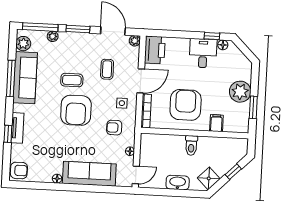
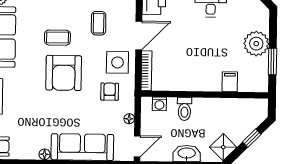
side table: (122, 103) -> (117, 62), width x1.87, depth x1.87
armchair: (186, 105) -> (193, 62), removed
armchair: (114, 128) -> (110, 92), turned 90
washing machine: (156, 140) -> (159, 104), added
toilet: (191, 145) -> (184, 109), moved

